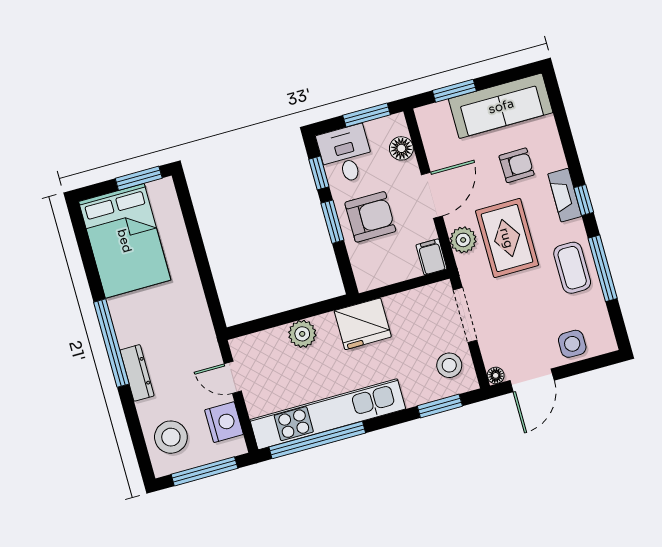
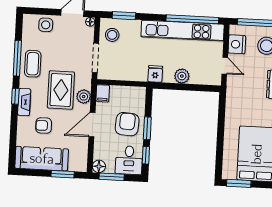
floor lamp: (401, 148) -> (99, 166), moved
armchair: (370, 217) -> (127, 124), turned 94
fridge: (363, 324) -> (155, 74), width x0.53, depth x0.75

